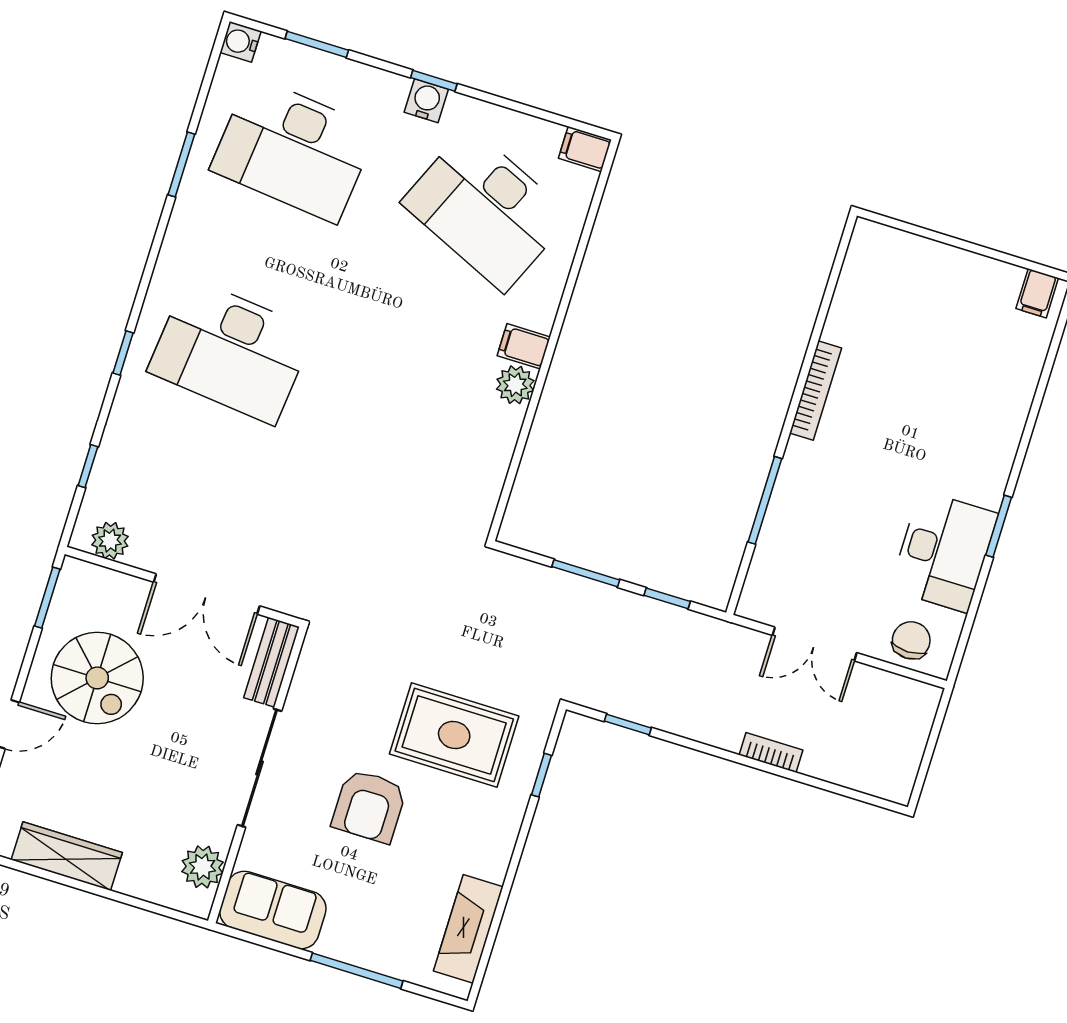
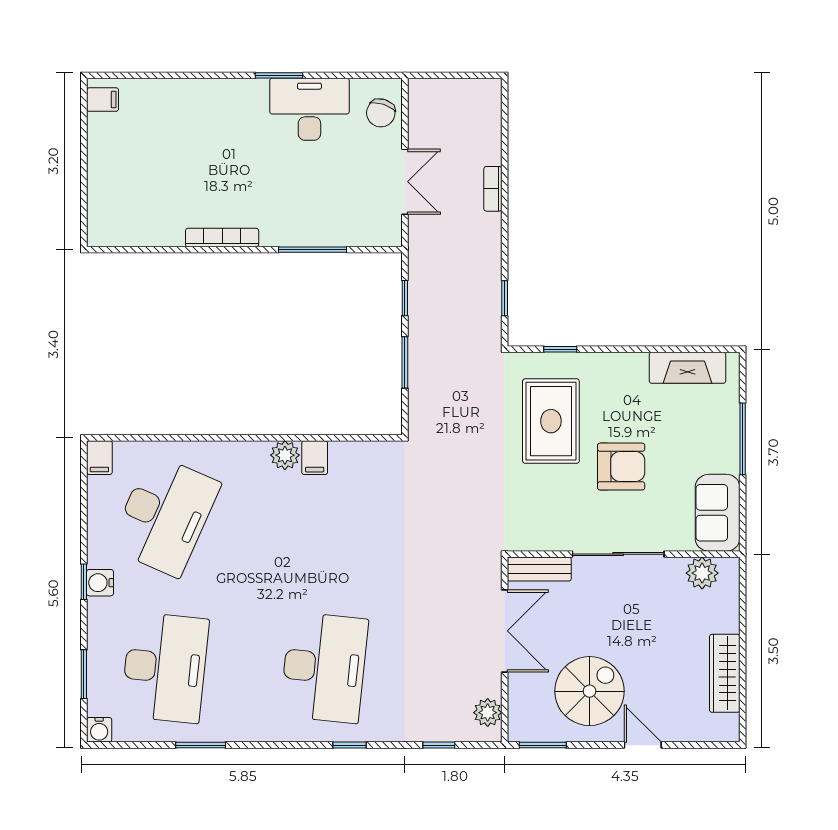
filing cabinet: (524, 346) -> (315, 458), moved
chair: (911, 640) -> (381, 113), turned -72

